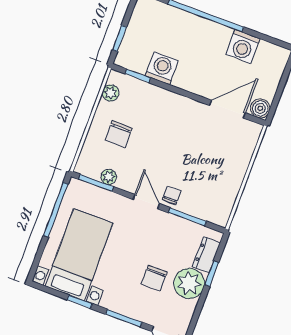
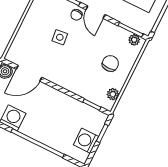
washing machine: (162, 68) -> (86, 141), moved, turned 90
side table: (191, 162) -> (60, 37), added
plant: (109, 177) -> (134, 40), moved

